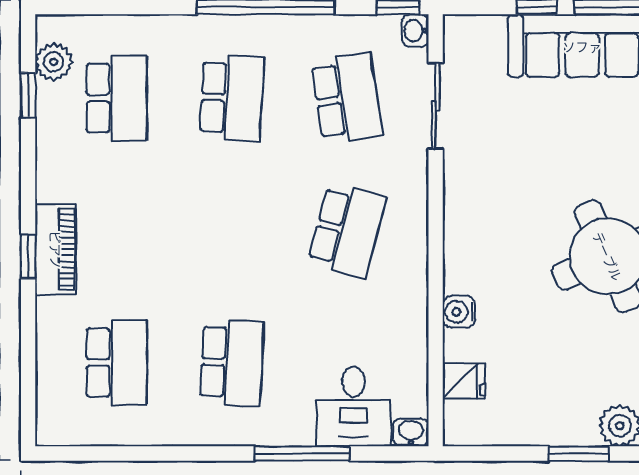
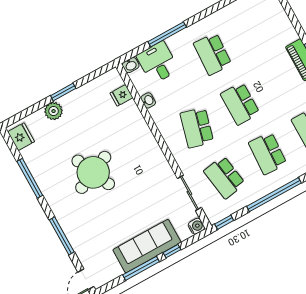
washbasin: (415, 31) -> (148, 100), moved
water cooler: (459, 312) -> (196, 226), moved
school desk: (117, 363) -> (240, 104), moved

